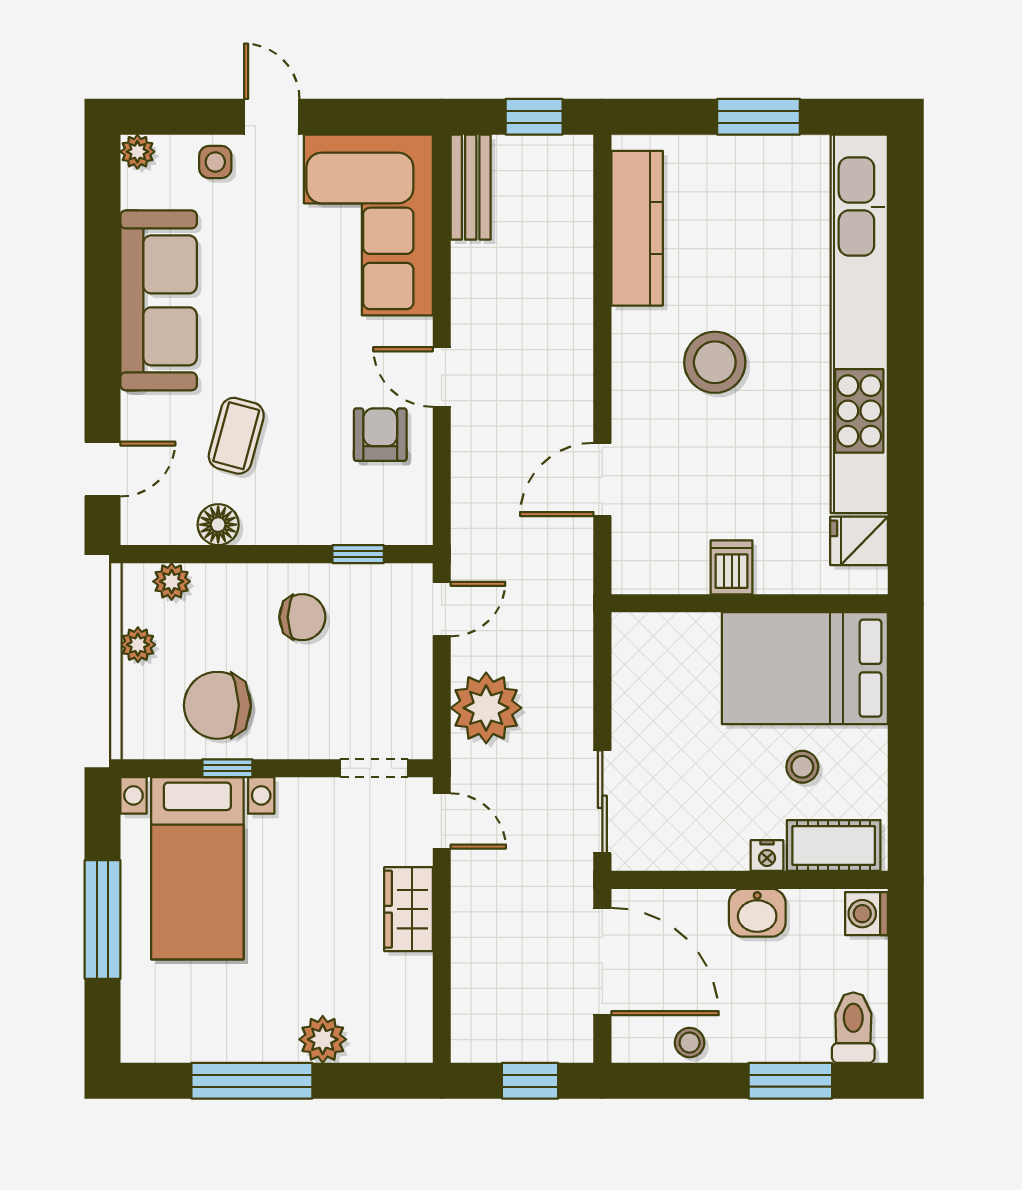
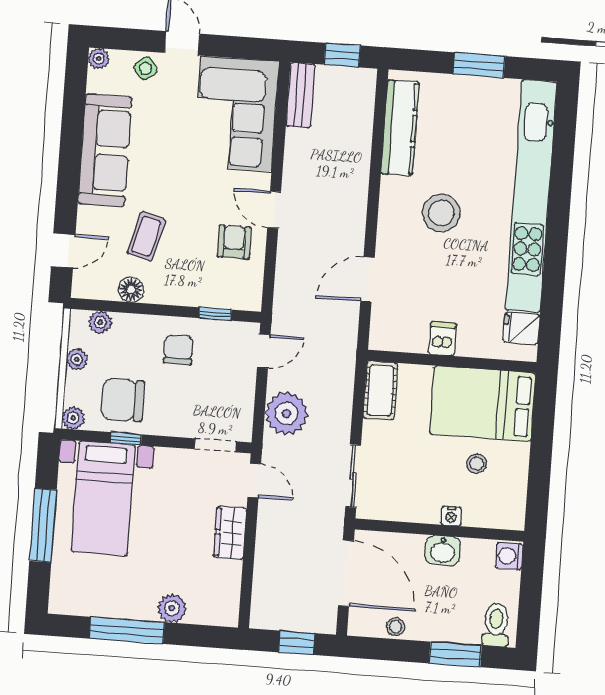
side table: (215, 162) -> (146, 68), turned -37
chair: (302, 617) -> (178, 350), turned -90
plant: (139, 741) -> (73, 418), added
cot: (834, 846) -> (380, 390), moved, turned 90

